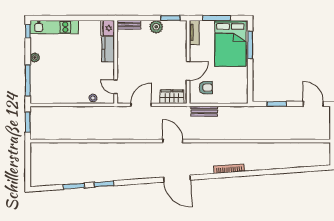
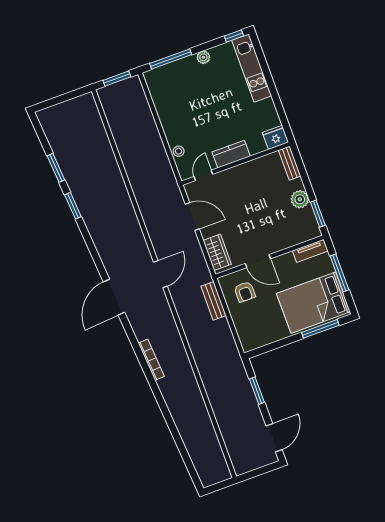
kitchen counter: (108, 49) -> (231, 154), moved

